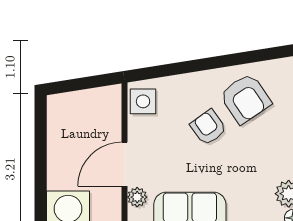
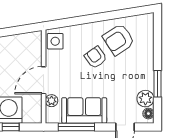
armchair: (245, 99) -> (119, 40), turned 91

